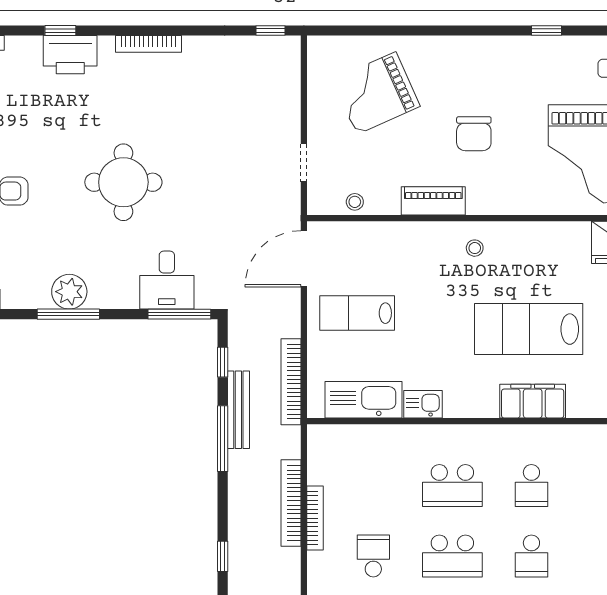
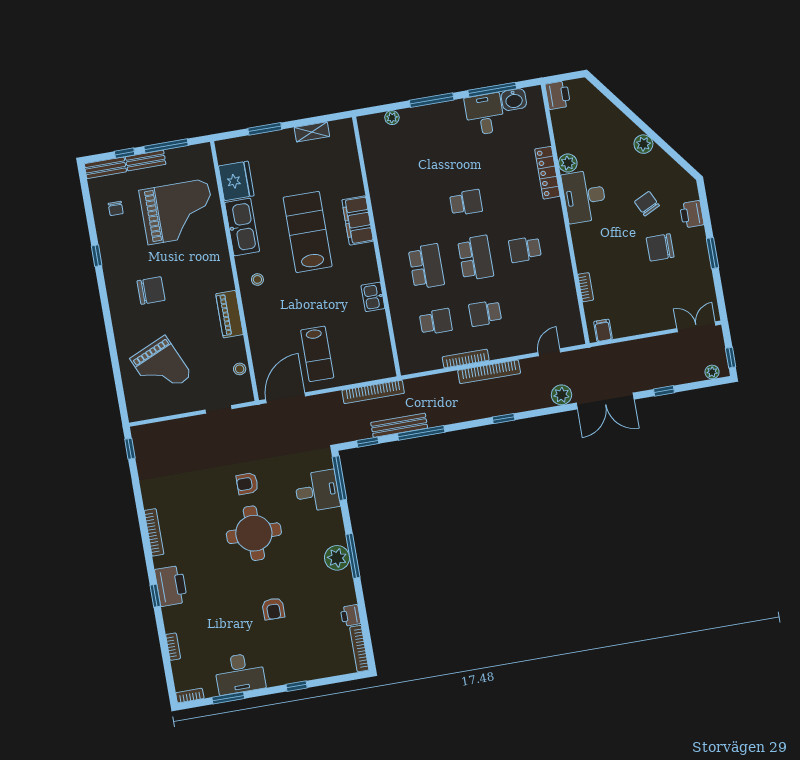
chair: (474, 134) -> (151, 291), moved
armchair: (194, 185) -> (247, 484), added
door: (304, 259) -> (286, 398), swing flipped
lab bench: (529, 329) -> (308, 232), turned 180
kitchen sink: (363, 400) -> (242, 227), moved, turned 180
school desk: (531, 485) -> (436, 322), moved
bookcase: (291, 503) -> (489, 372), moved

